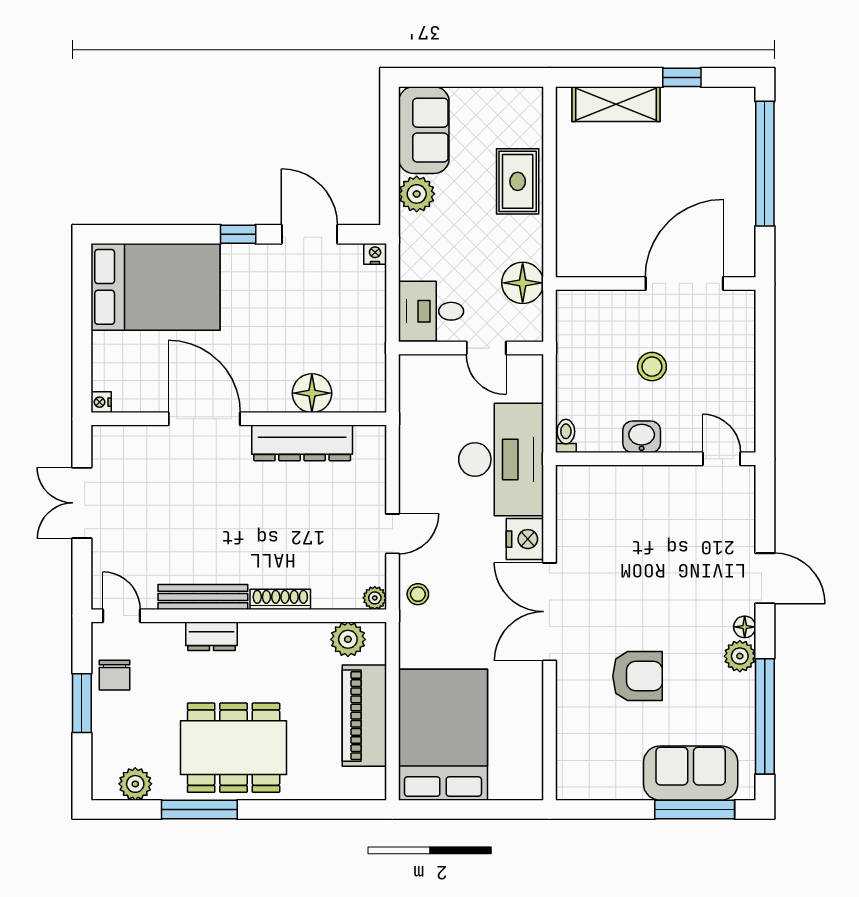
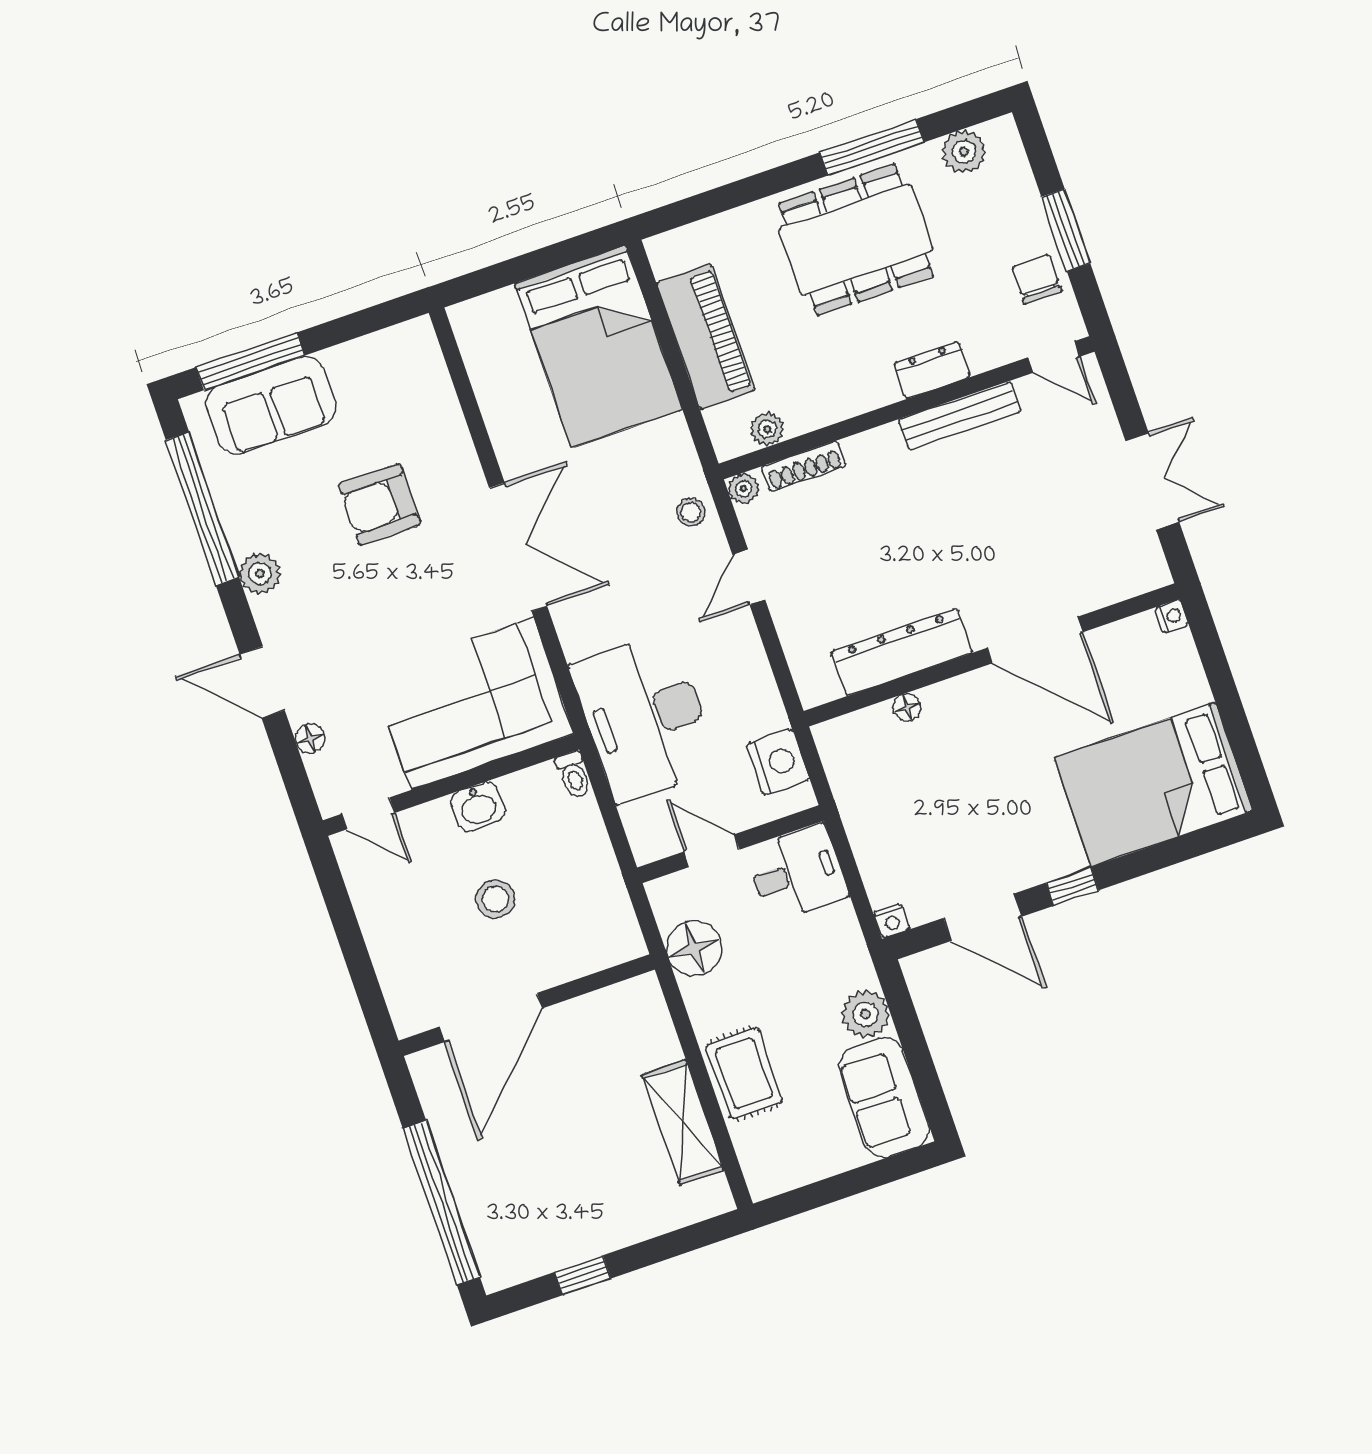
shelving: (616, 104) -> (683, 1122), moved, turned 90
floor lamp: (312, 393) -> (907, 707), width x0.53, depth x0.53
corner sofa: (621, 511) -> (472, 704), added
nightstand: (525, 539) -> (778, 762), moved, turned 180
shoe rack: (280, 599) -> (804, 466), moved
floor lamp: (745, 627) -> (310, 738), moved
plant: (348, 639) -> (767, 429), width x0.73, depth x0.73

